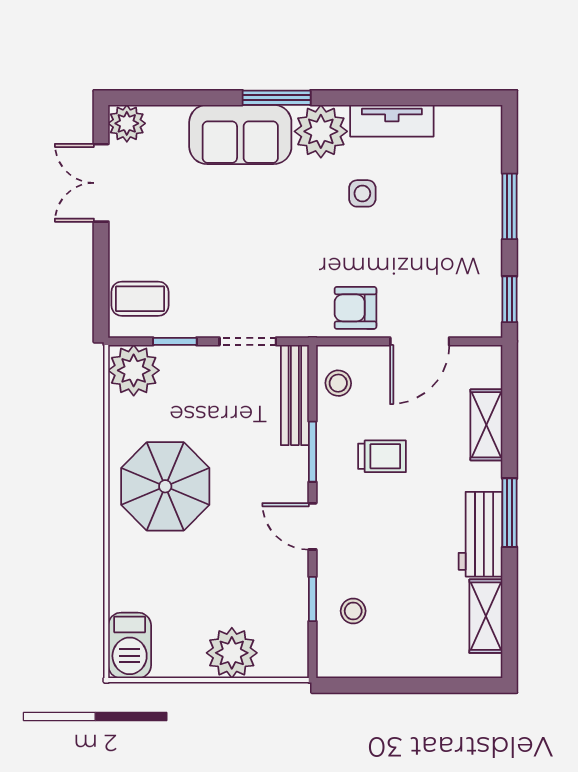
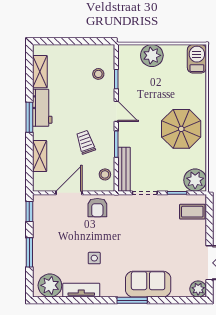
plant: (321, 131) -> (50, 285), moved
armchair: (355, 308) -> (97, 208), turned 90
trolley: (382, 456) -> (86, 142), turned 71

